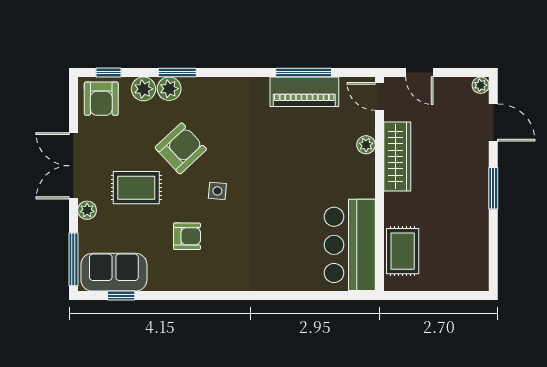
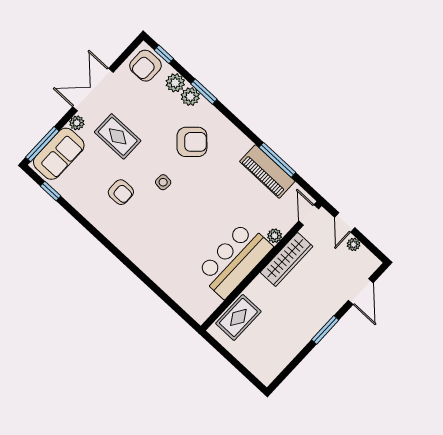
plant: (481, 85) -> (354, 244), moved
armchair: (181, 148) -> (192, 142), moved
bar counter: (350, 245) -> (234, 260), moved
sofa: (114, 272) -> (59, 154), moved, turned 90

